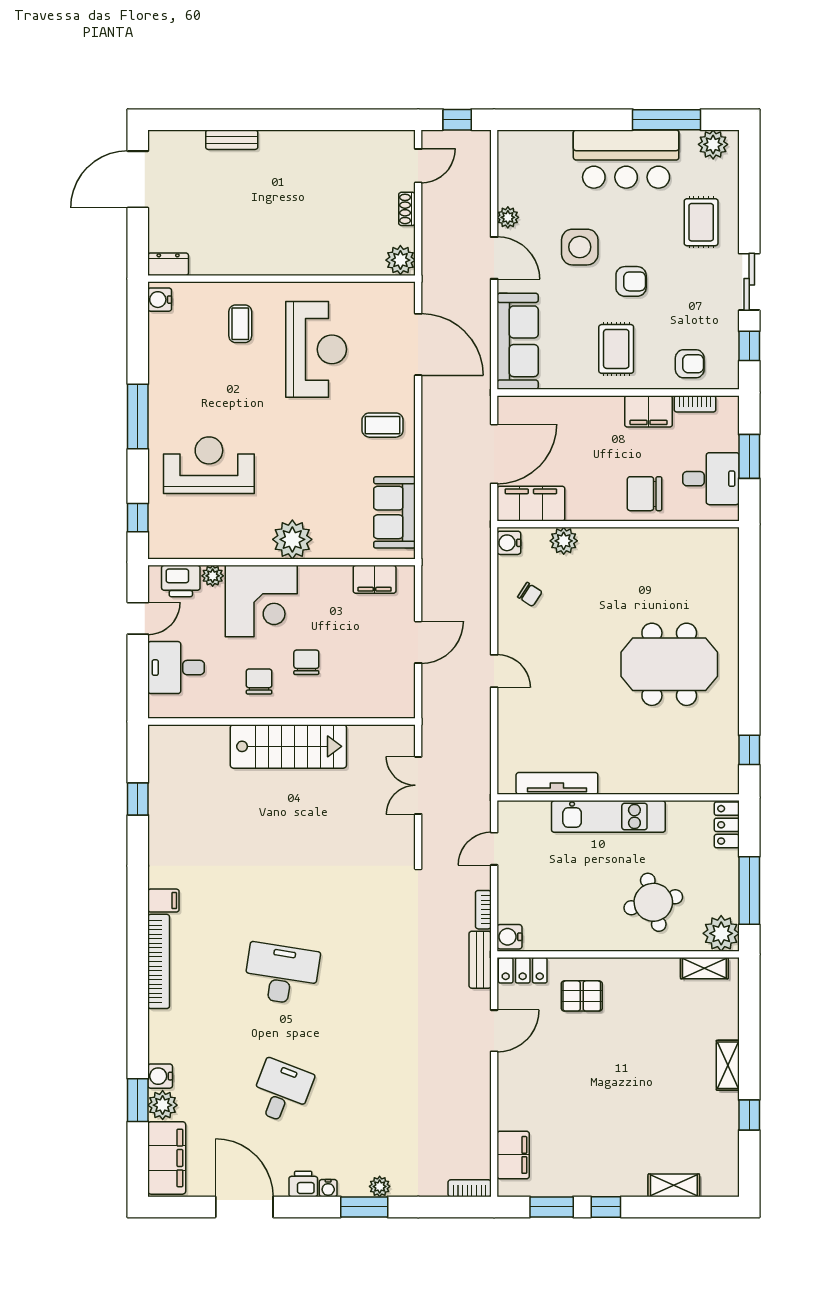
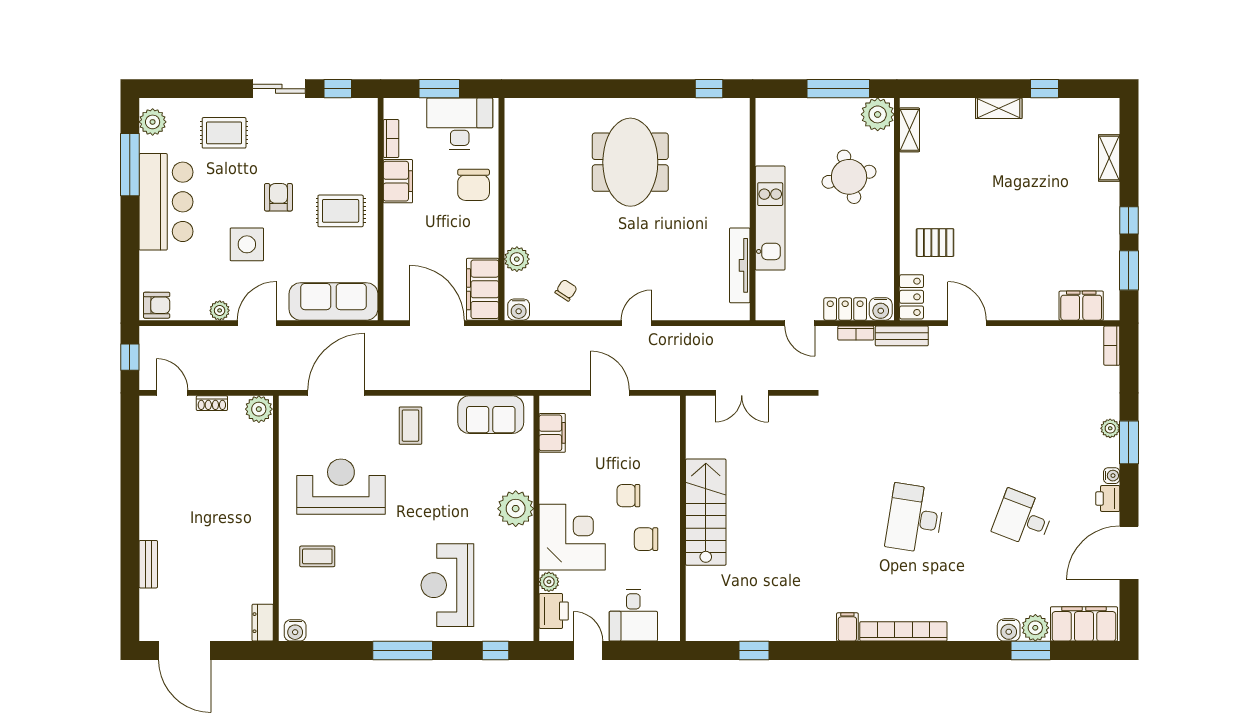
armchair: (690, 364) -> (157, 305), moved, turned 90
desk: (711, 479) -> (460, 124), width x1.37
locker: (727, 825) -> (845, 309), moved, turned 180
pallet: (582, 996) -> (935, 243), turned 90

